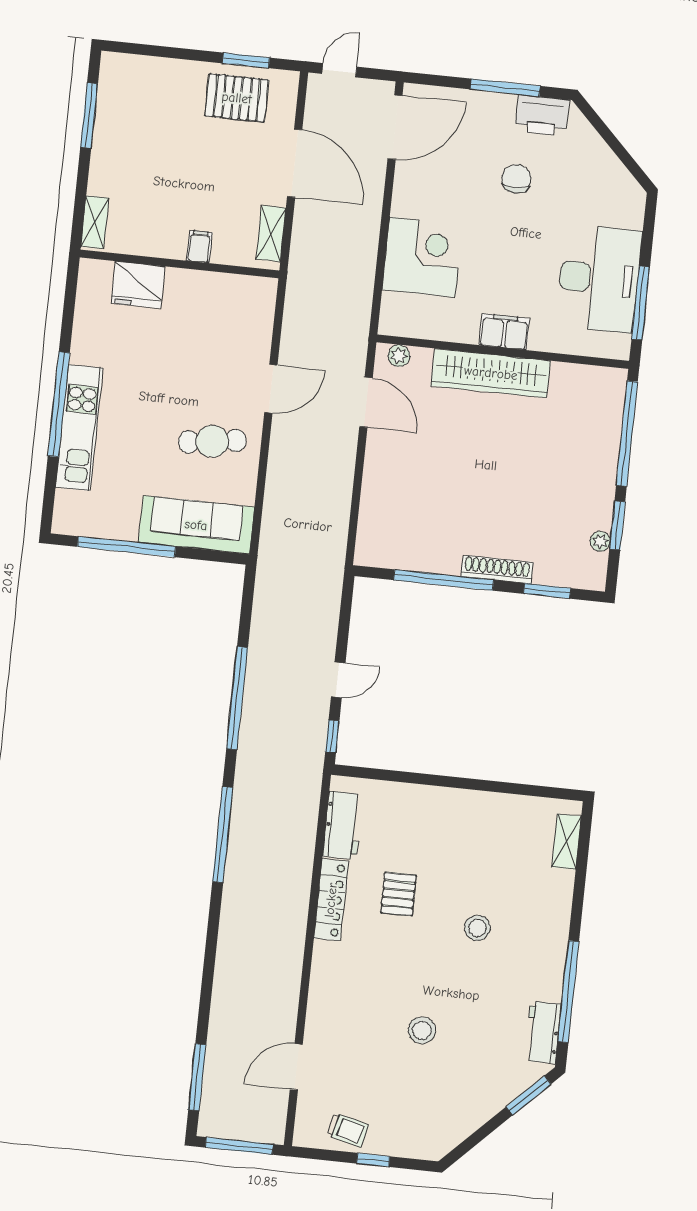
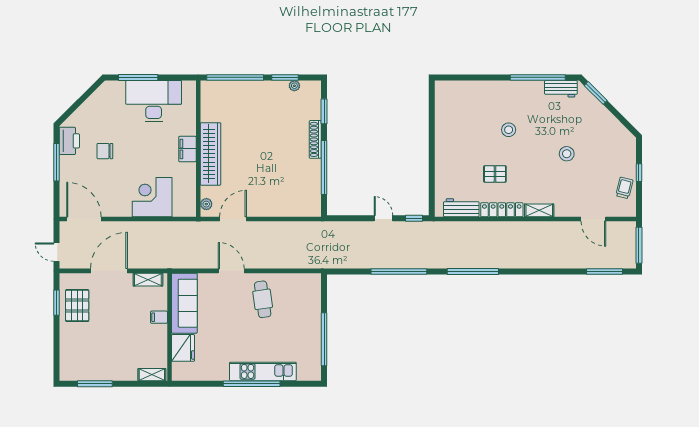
window: (641, 303) -> (138, 77), moved
sofa: (196, 525) -> (184, 303), moved, turned 180
shelving: (567, 842) -> (539, 210), moved

